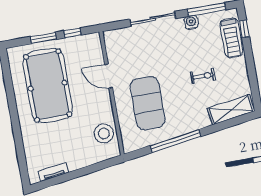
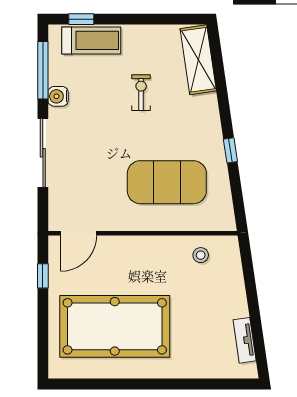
window: (43, 38) -> (43, 320), removed
door: (109, 76) -> (79, 233), moved
stool: (104, 133) -> (201, 255), width x0.53, depth x0.53
window: (176, 141) -> (230, 150), width x0.32

